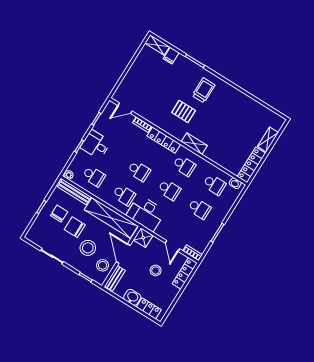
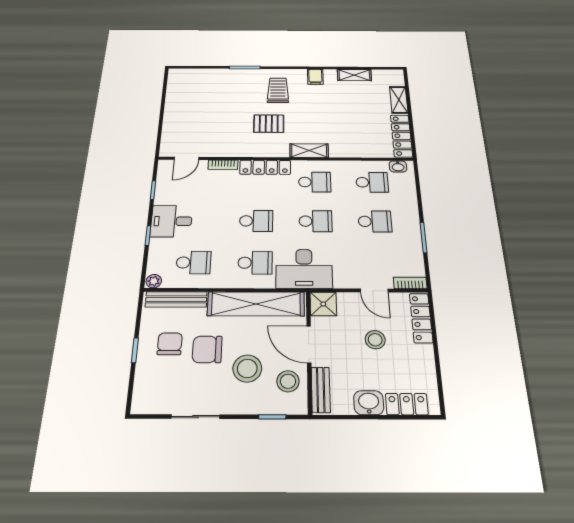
shelving: (157, 45) -> (354, 75), moved
filing cabinet: (171, 56) -> (315, 77), moved

